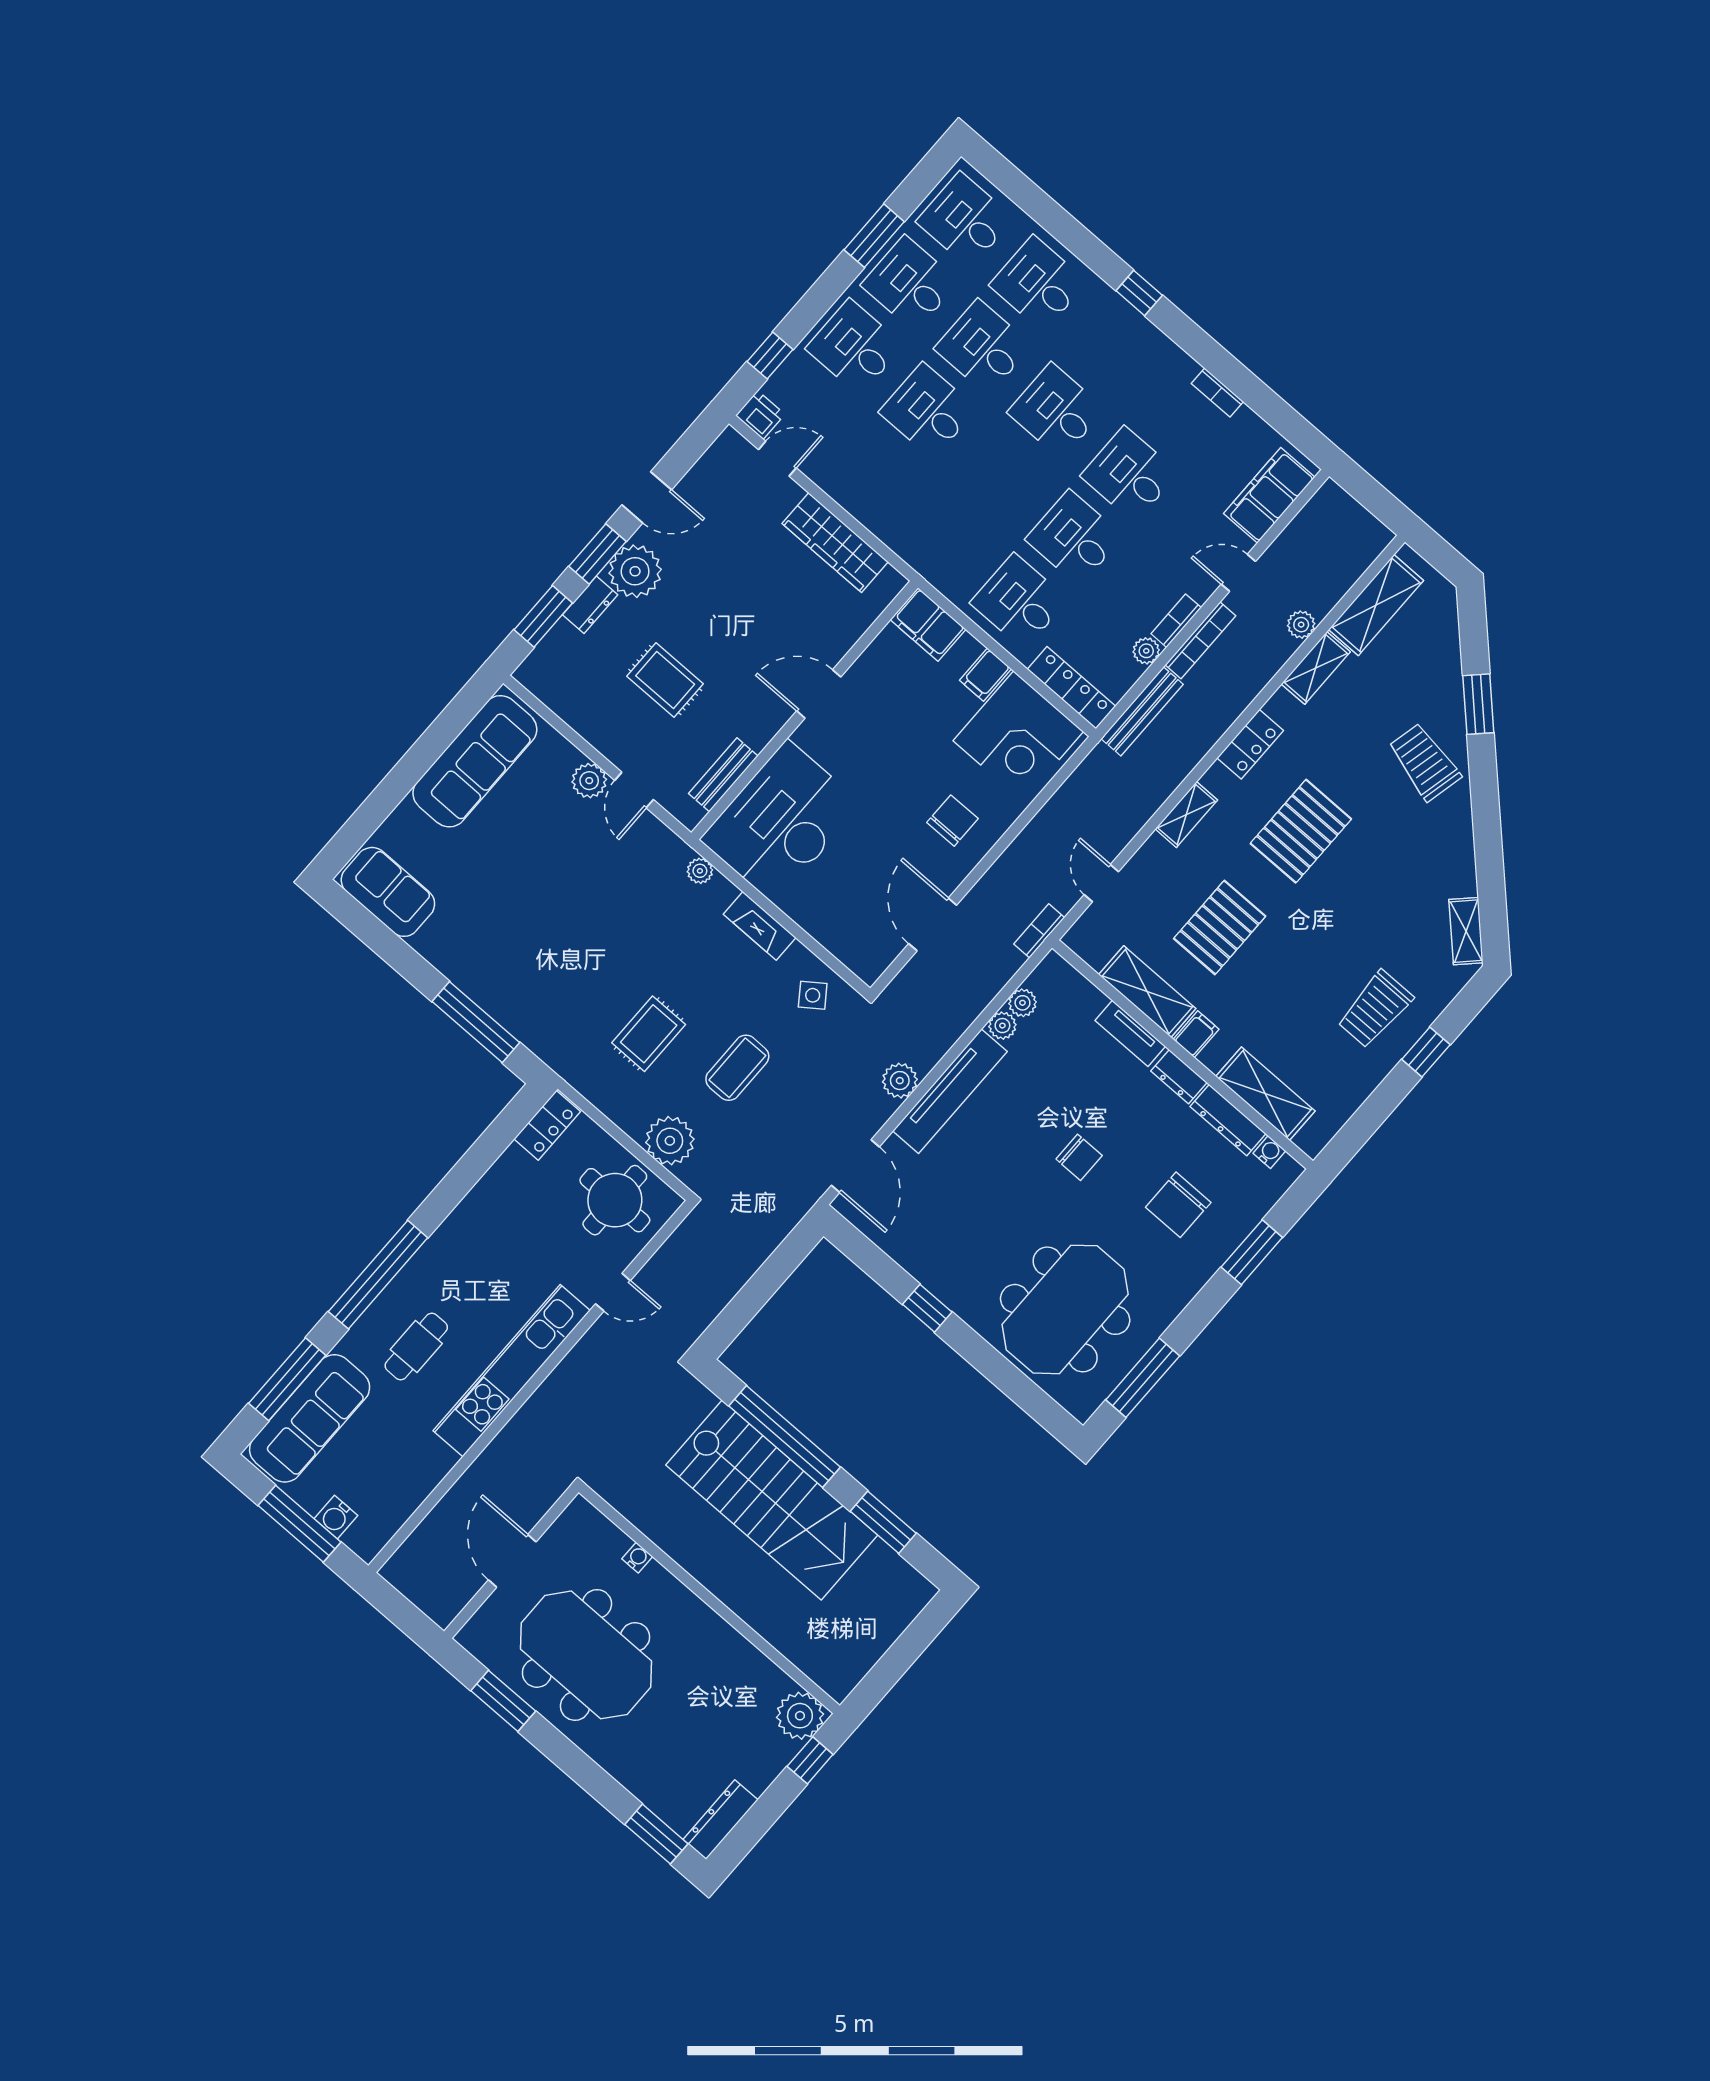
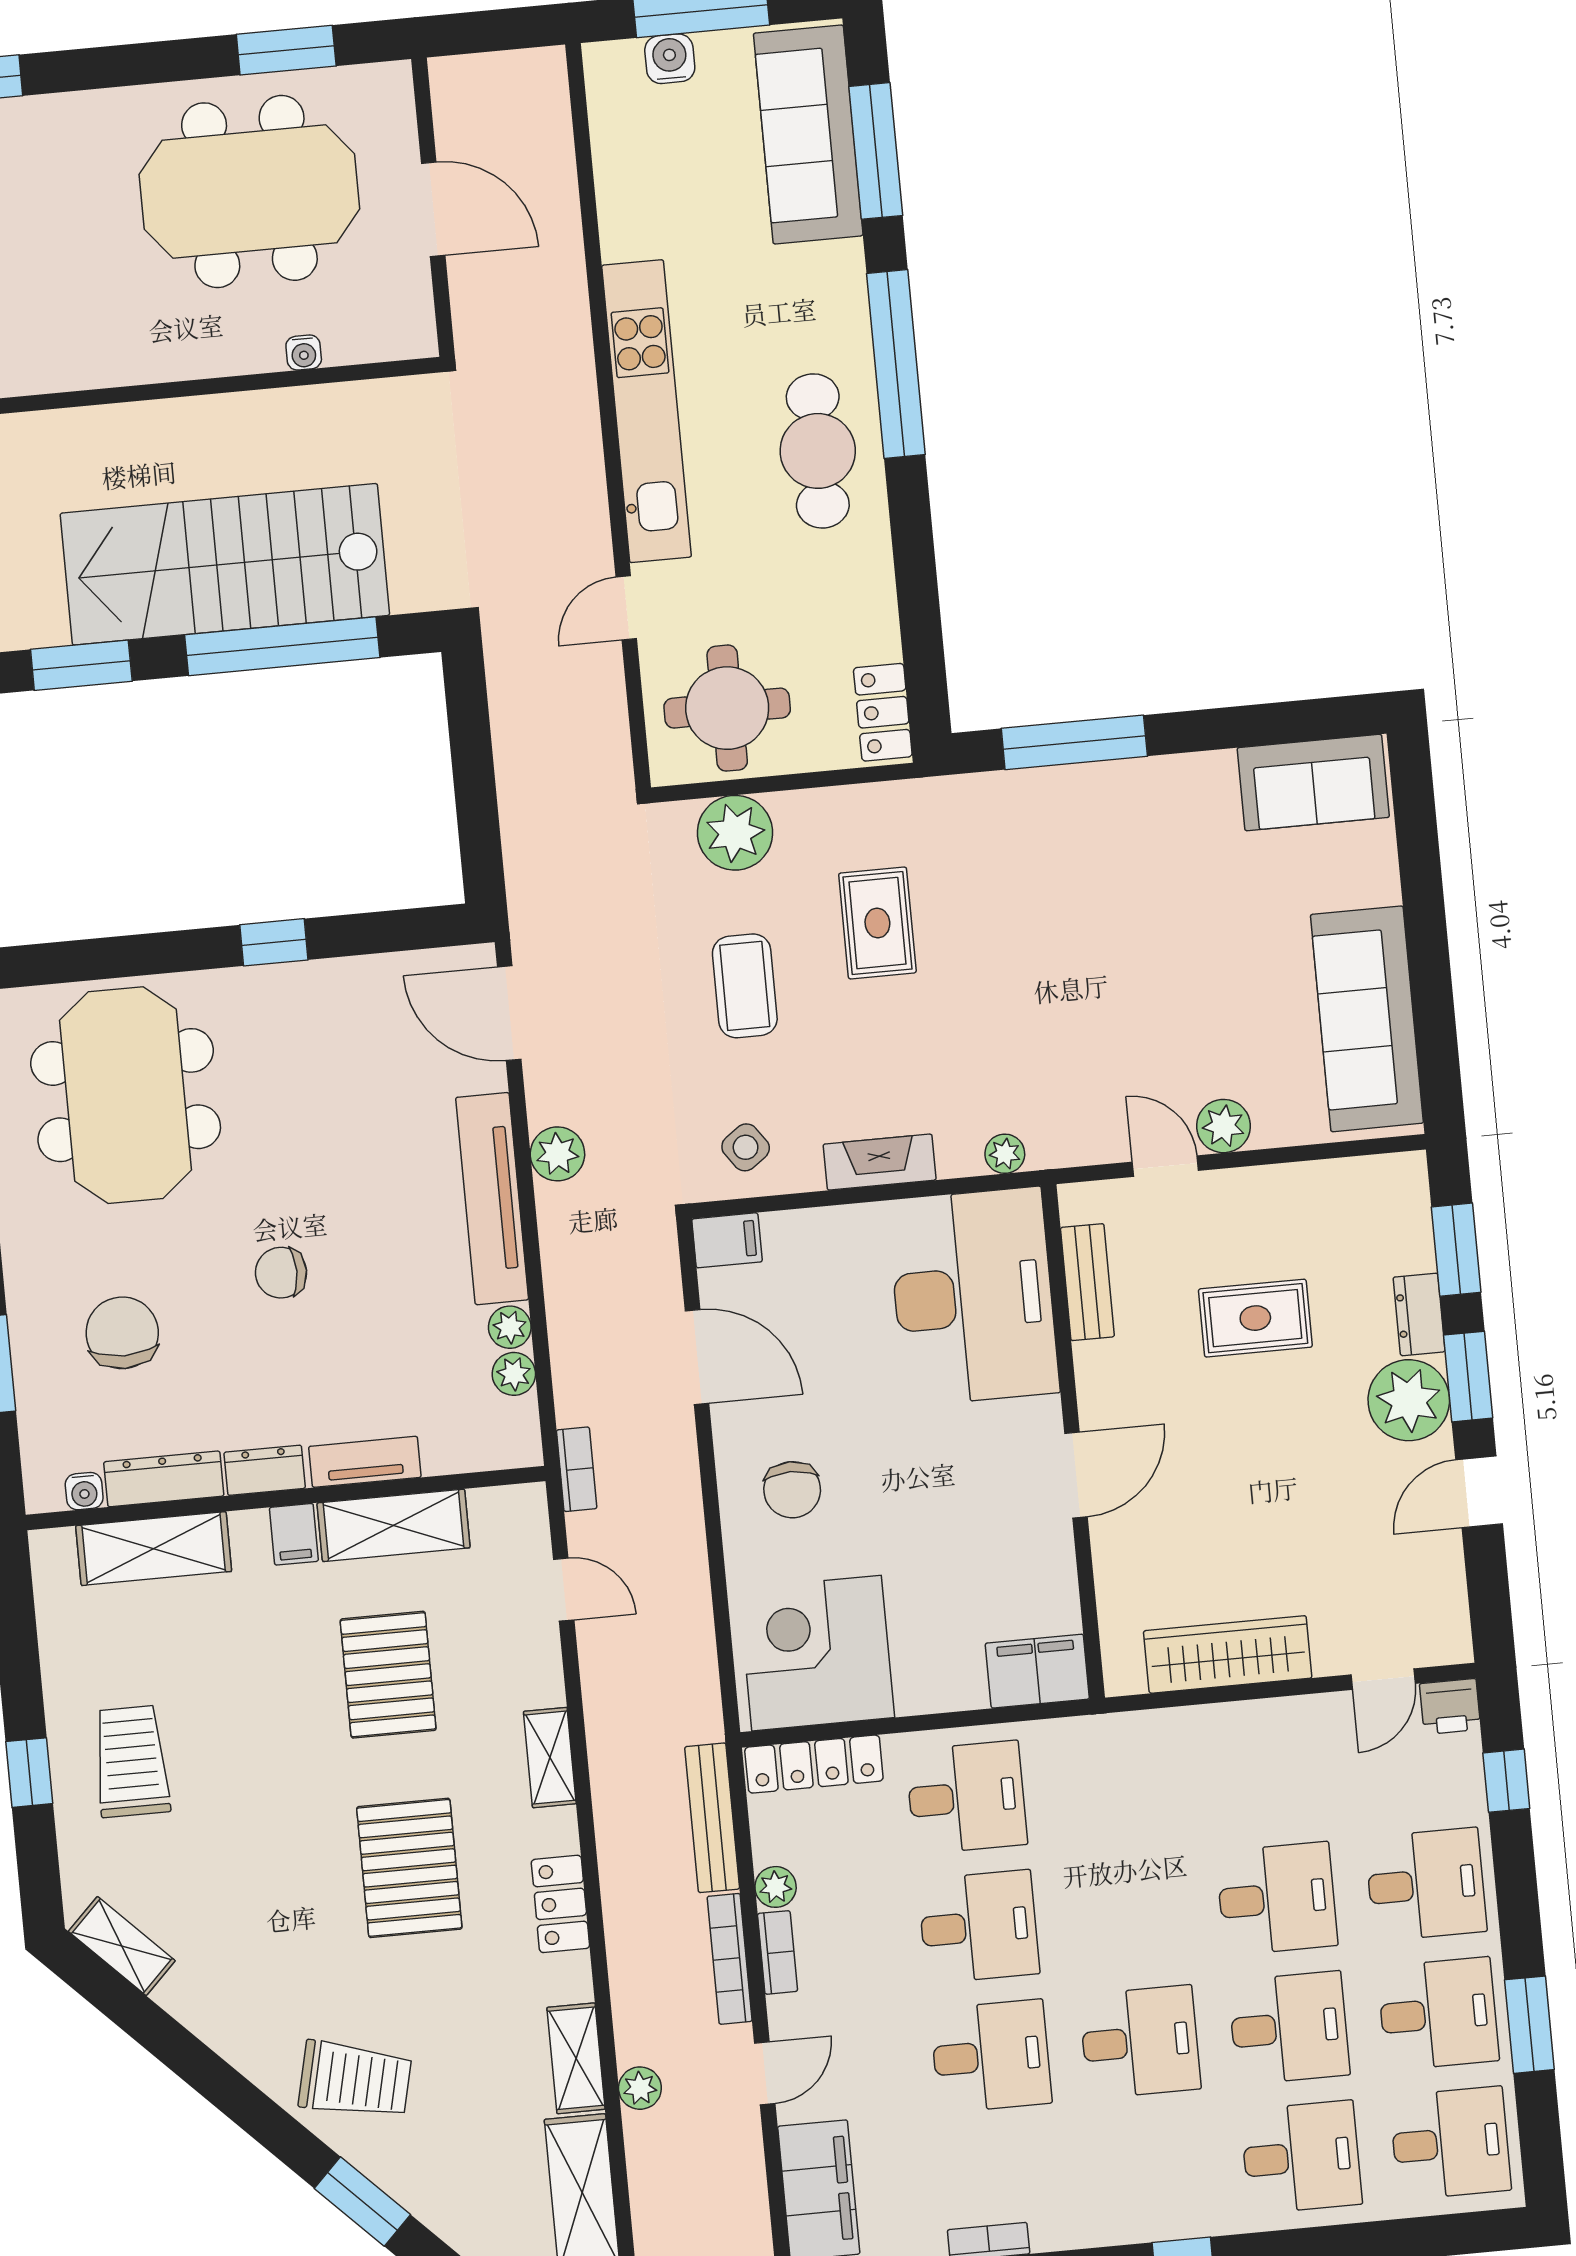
filing cabinet: (985, 675) -> (727, 1240), moved, turned 90
cafe table: (416, 1347) -> (818, 451), moved, width x1.37, depth x1.35

